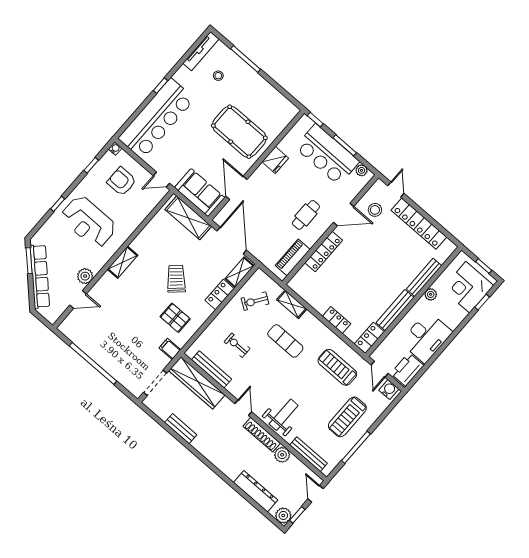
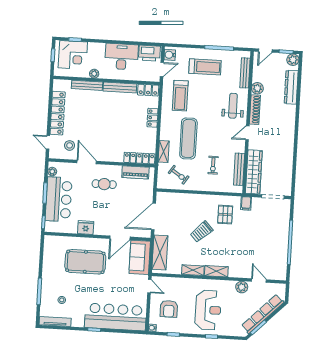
pool table: (239, 132) -> (85, 262), turned 90
door: (396, 190) -> (48, 142), hinge flipped
locker: (324, 251) -> (139, 158), moved
shelving: (240, 272) -> (193, 270), moved
locker: (220, 294) -> (191, 199), removed
exercise mat: (285, 341) -> (188, 139), width x1.36, depth x1.45
weight bench: (284, 415) -> (233, 106), turned 90
bench: (181, 429) -> (288, 160), removed

